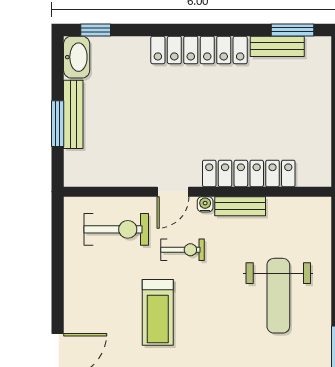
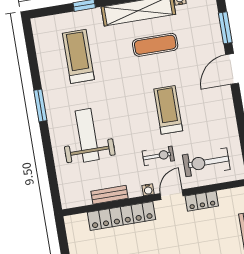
locker: (132, 176) -> (202, 201), added
bench: (240, 206) -> (110, 195), moved
exercise bike: (183, 250) -> (158, 156), turned 180

